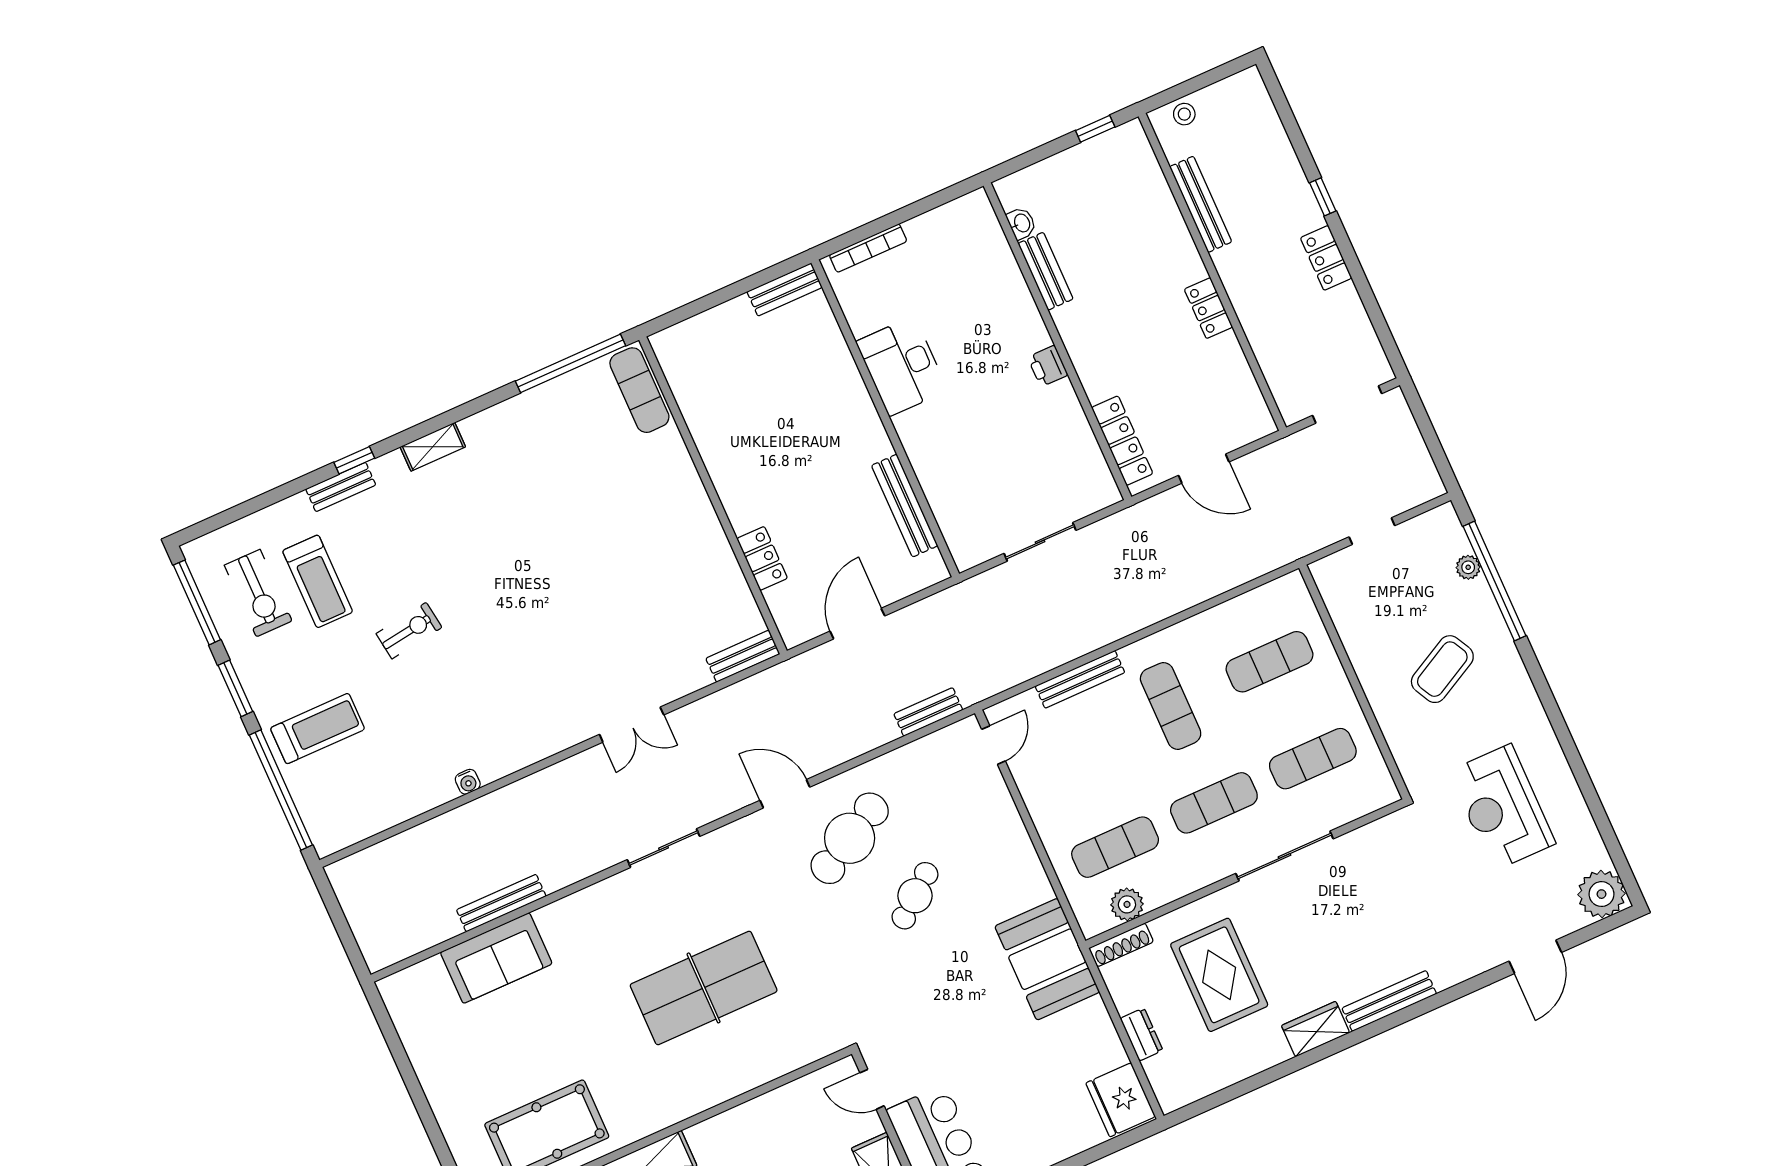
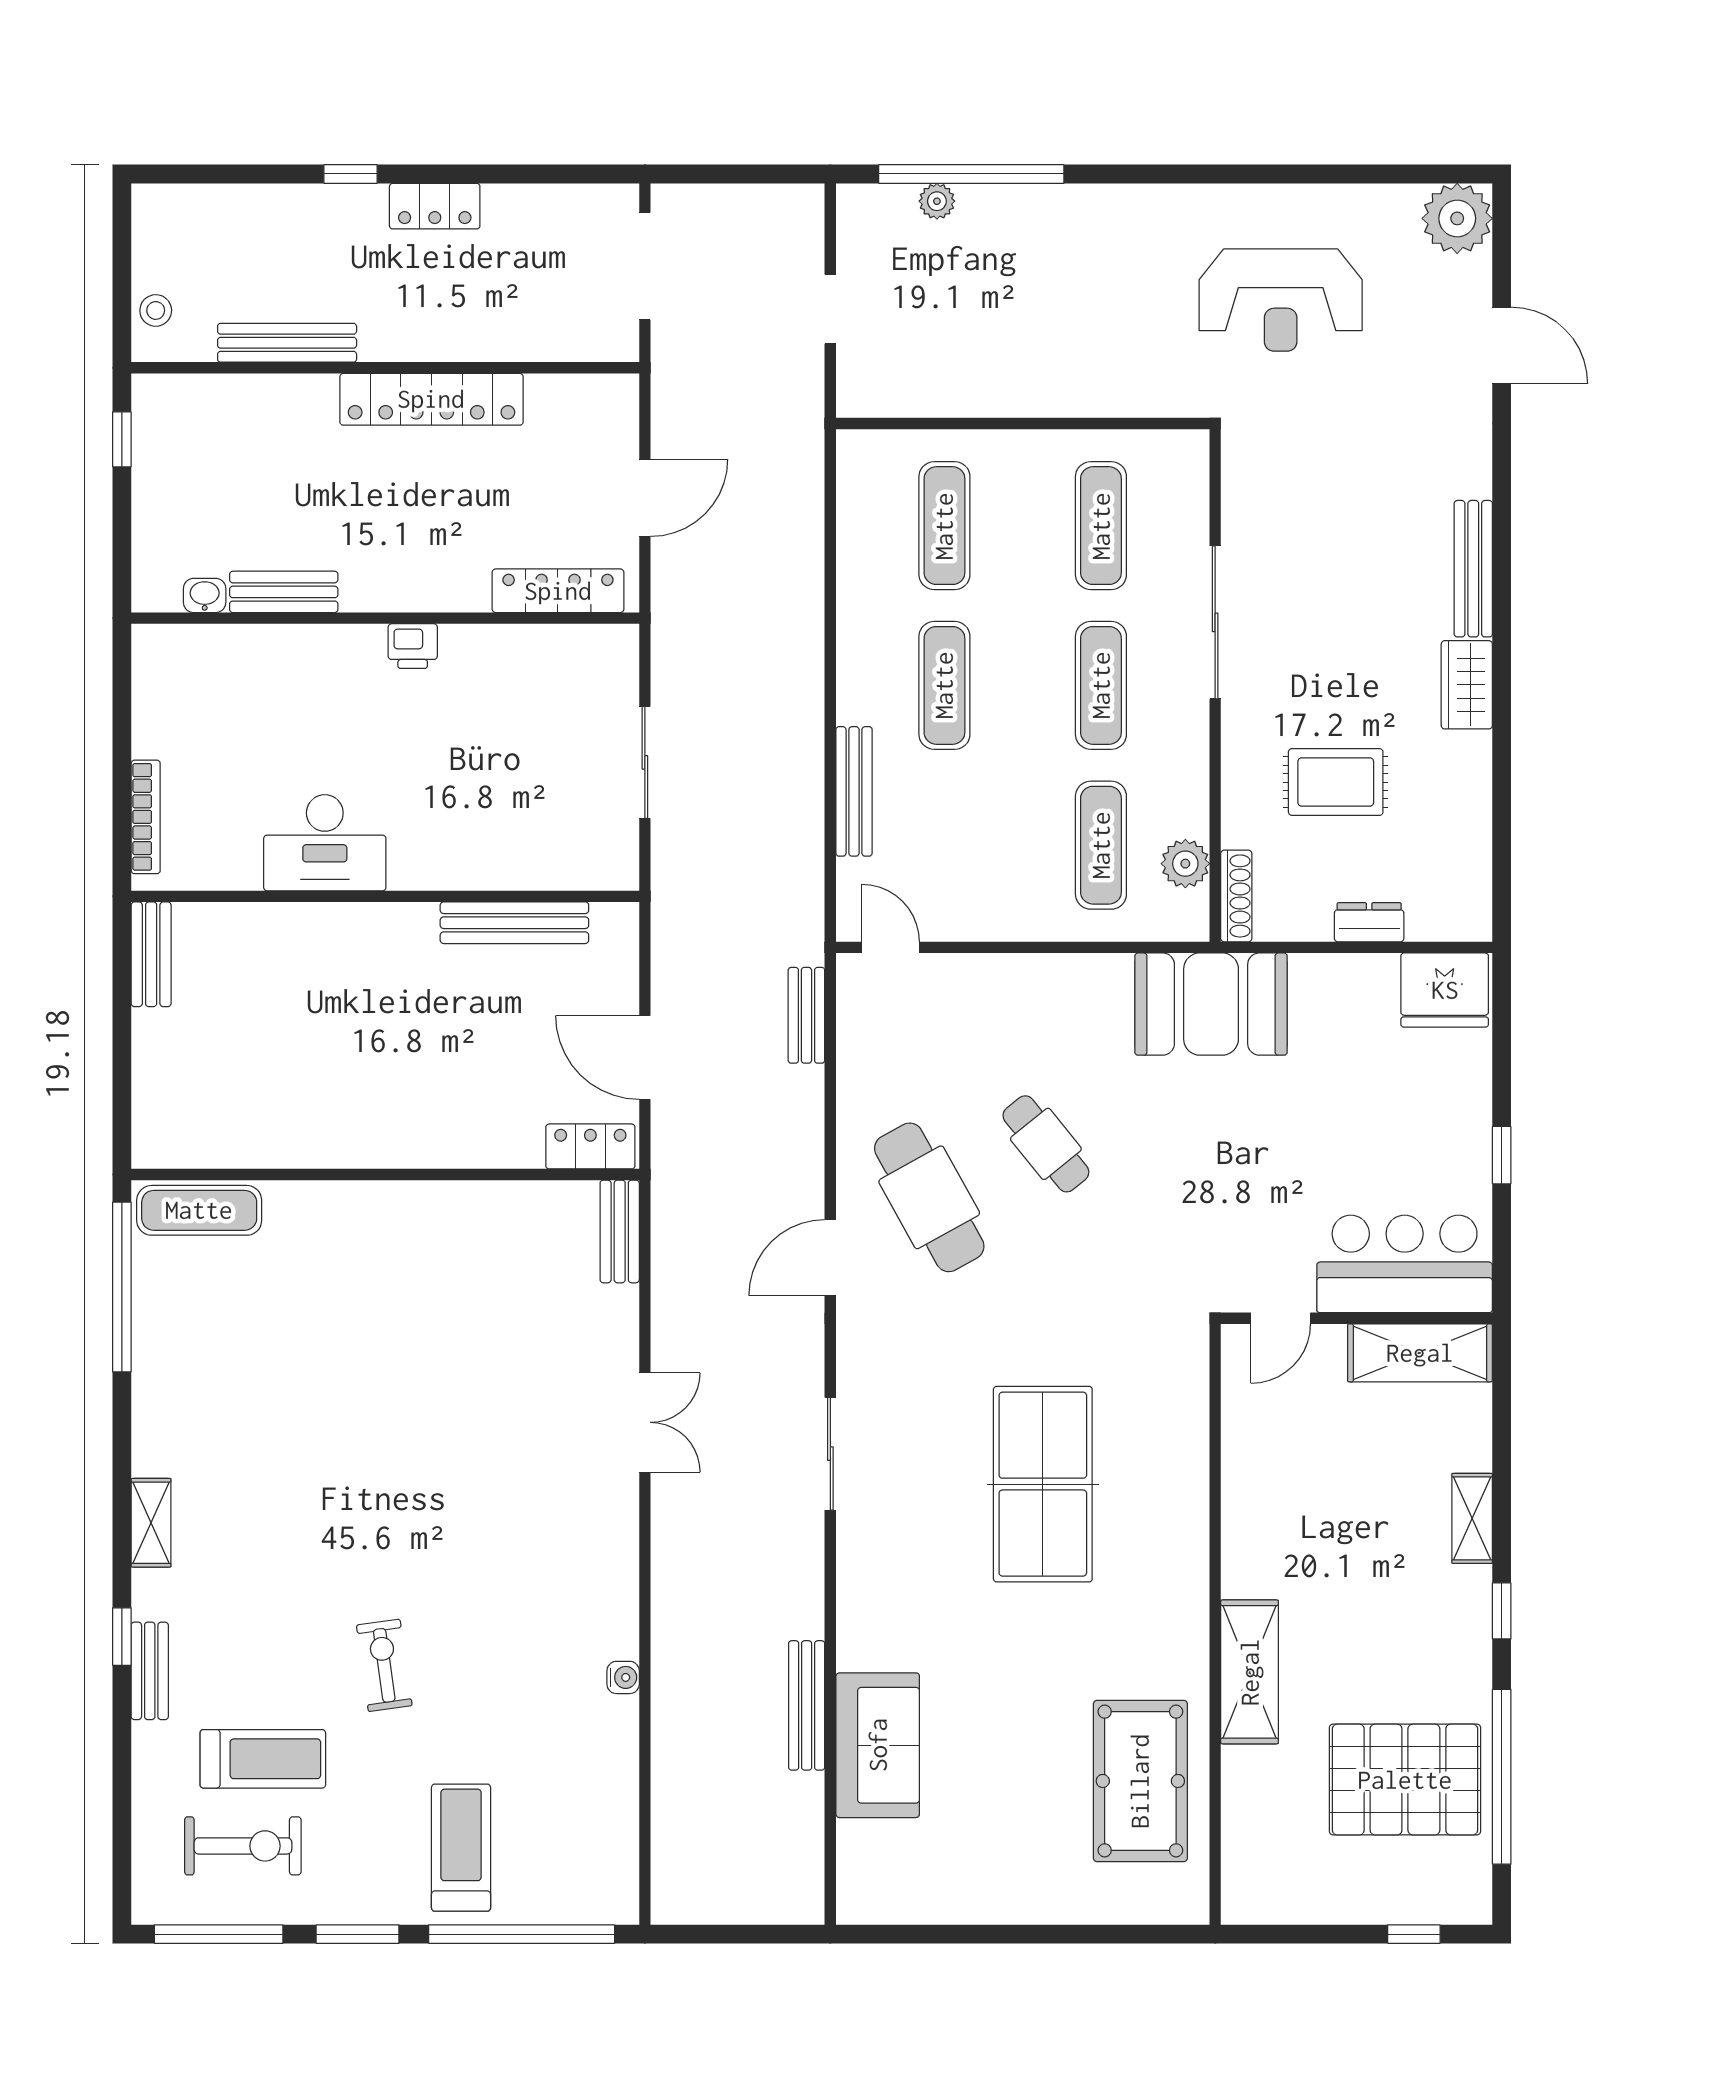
locker: (1208, 308) -> (431, 399), width x2.16, depth x1.21
locker: (762, 558) -> (590, 1146), moved
coffee table: (1442, 669) -> (1058, 297), removed
exercise mat: (1171, 706) -> (944, 685), turned 90
rug: (1219, 975) -> (1336, 782), width x0.73, depth x0.70

